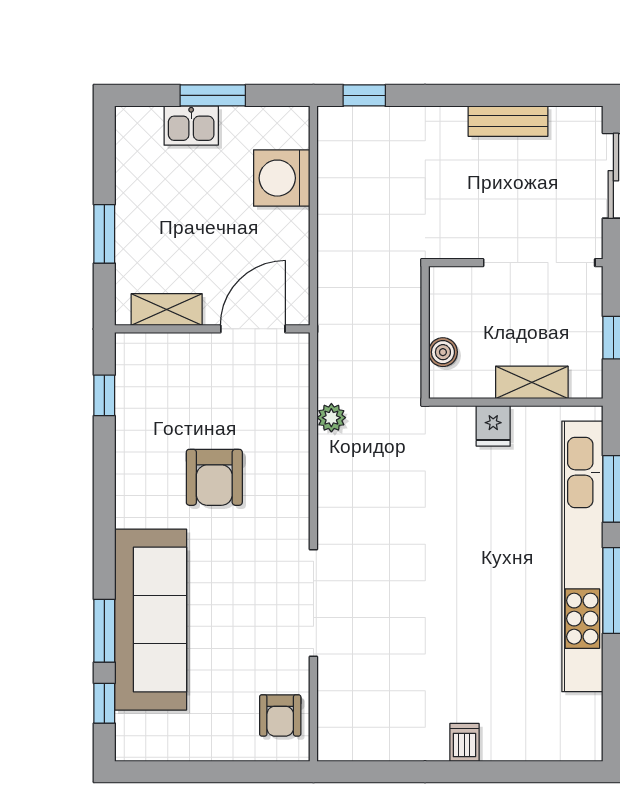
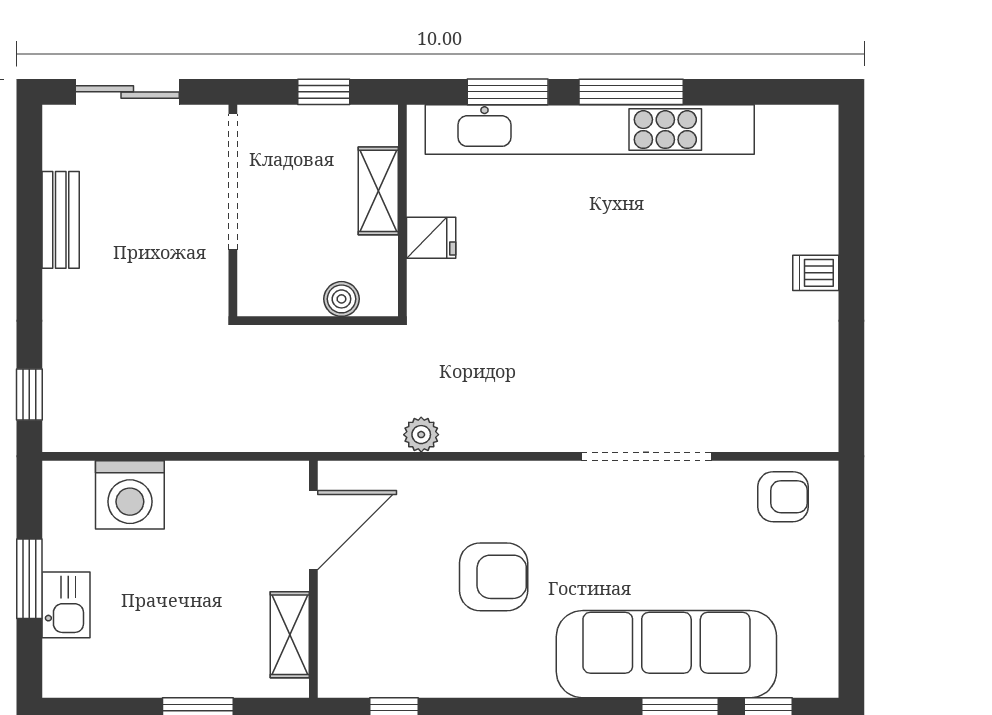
door: (253, 329) -> (313, 530), swing flipped

